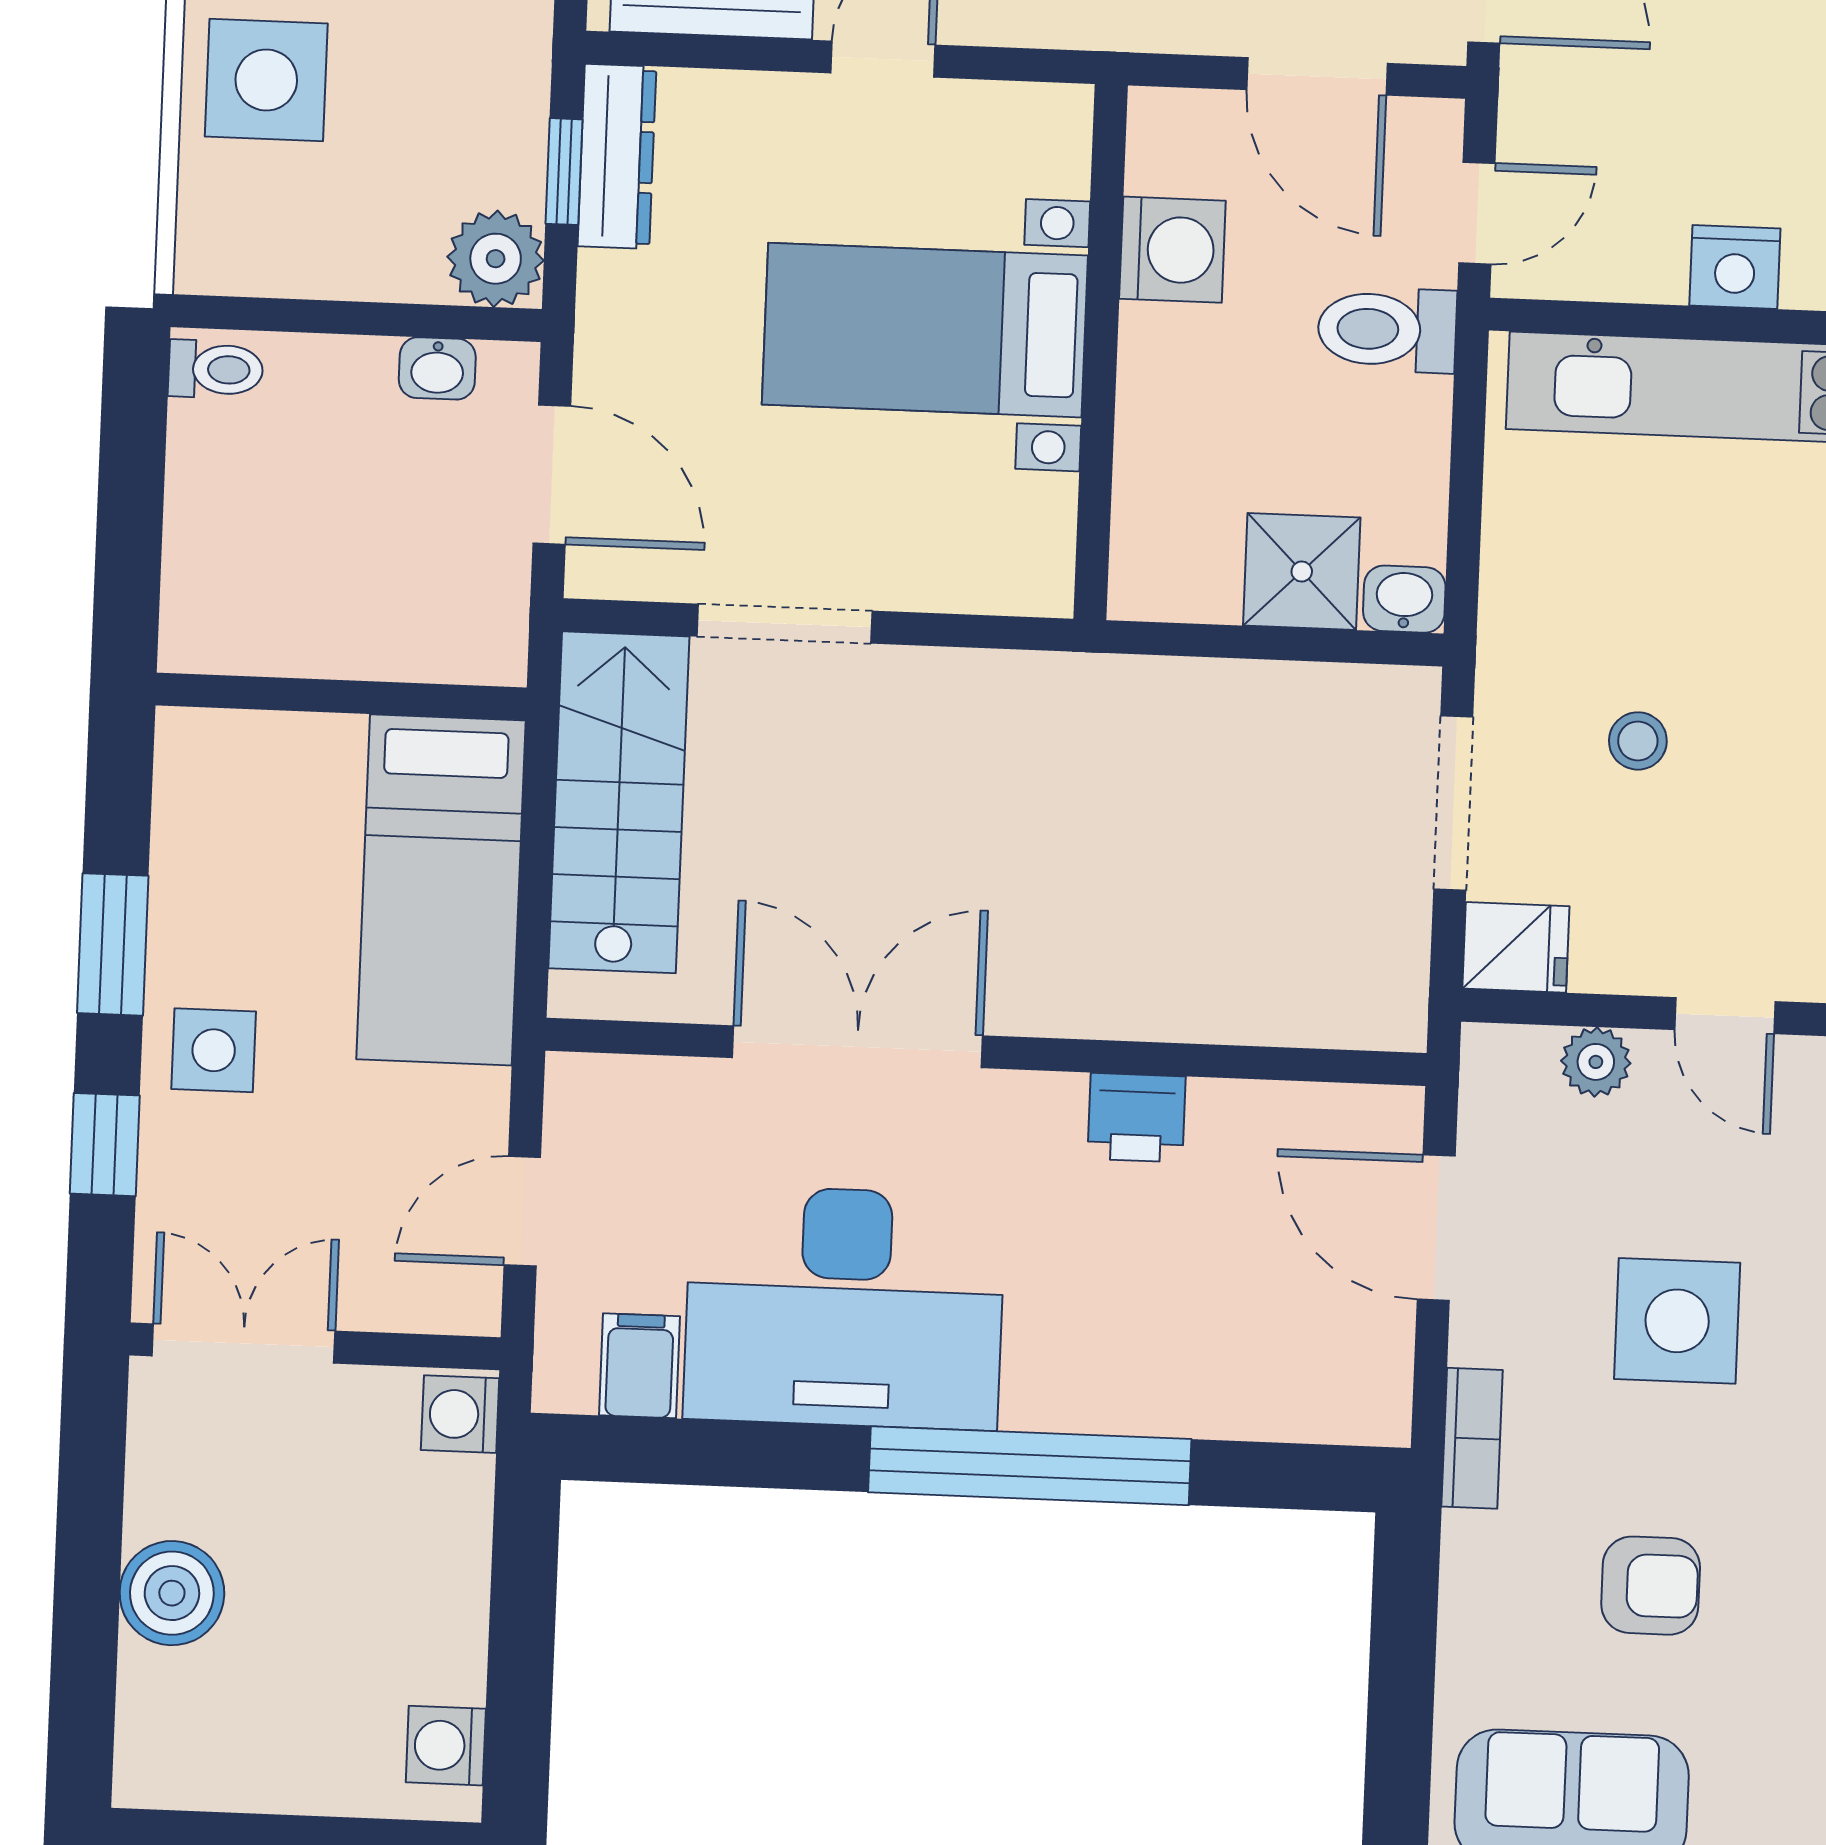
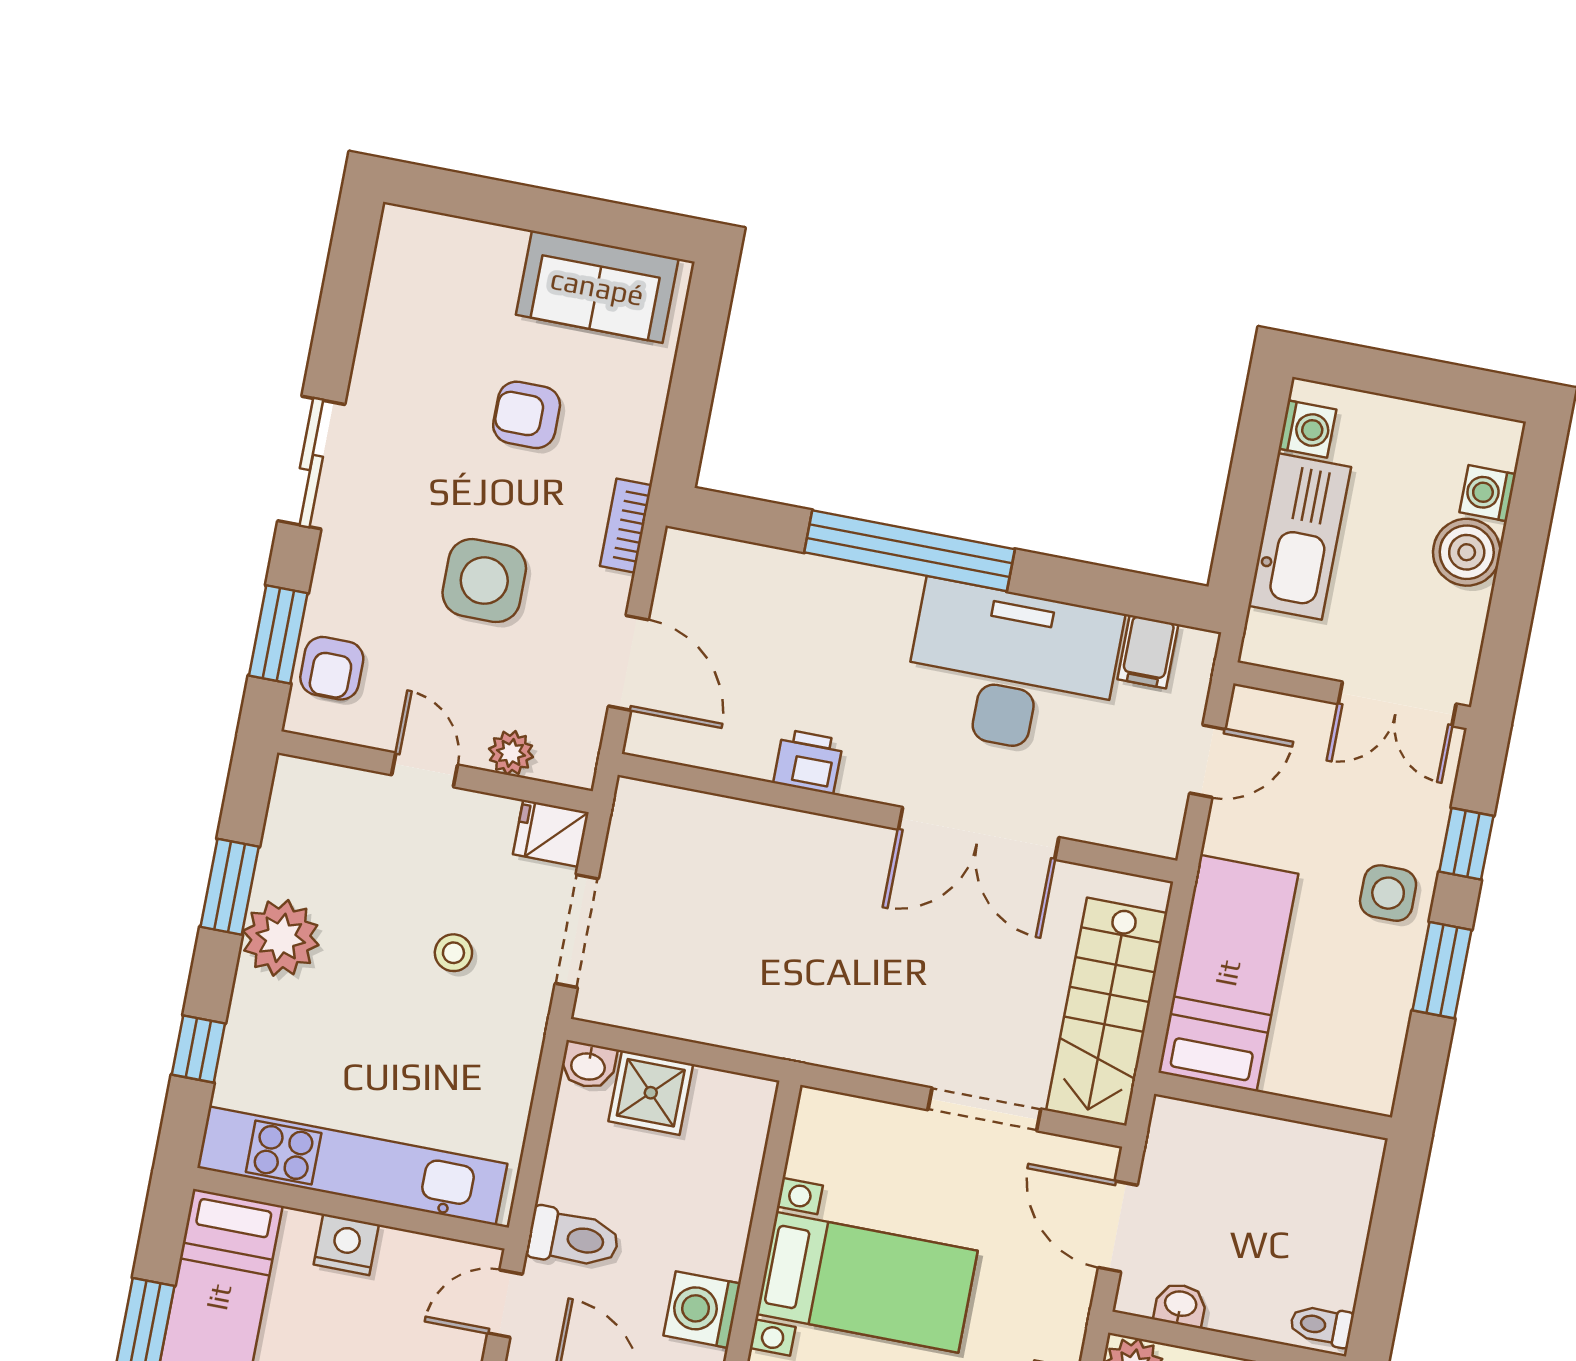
washing machine: (460, 1414) -> (1488, 493), moved, turned 180
kitchen sink: (433, 1579) -> (1300, 536), added

